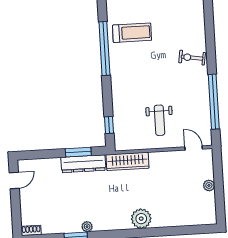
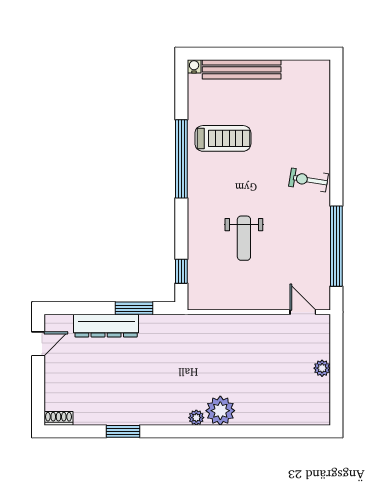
weight bench: (160, 120) -> (244, 238), moved
wardrobe: (127, 161) -> (205, 326), removed
dresser: (83, 164) -> (106, 326), moved
plant: (87, 227) -> (196, 418), moved

